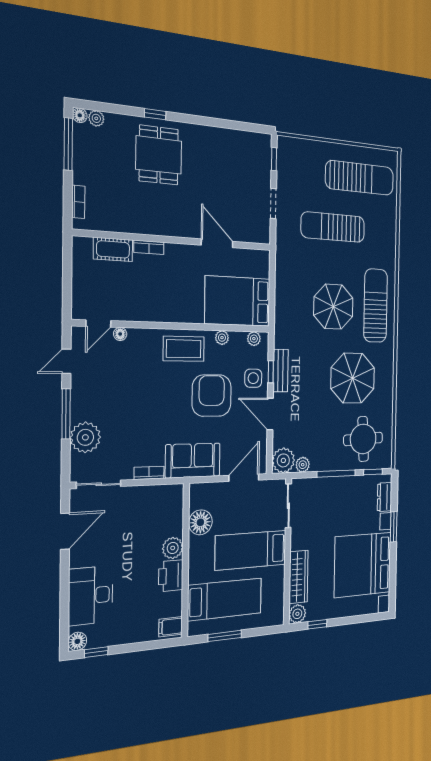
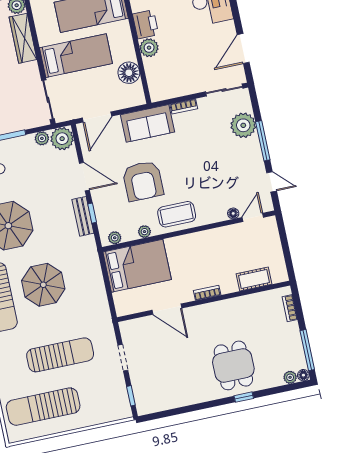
bookcase: (149, 247) -> (207, 293), moved
door: (66, 361) -> (272, 182), hinge flipped
side table: (253, 378) -> (108, 204), removed

